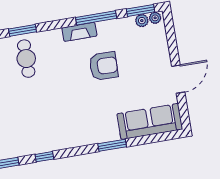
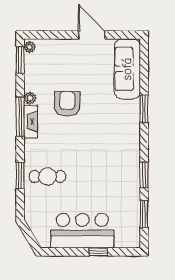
window: (96, 18) -> (20, 117), moved
plant: (142, 21) -> (30, 98), moved
window: (44, 157) -> (144, 175), width x1.50

